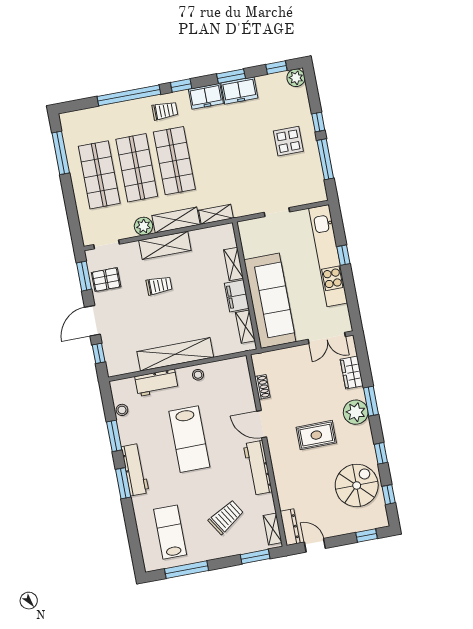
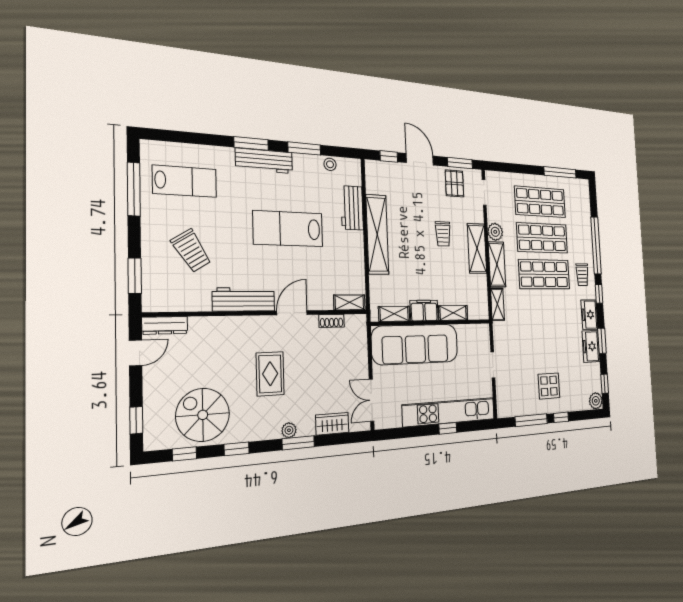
stool: (198, 375) -> (354, 254), removed
plant: (356, 412) -> (289, 430), width x0.53, depth x0.53
spiral stairs: (357, 485) -> (203, 415), turned 180
shelving: (273, 529) -> (349, 302), moved

